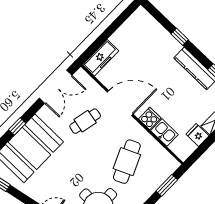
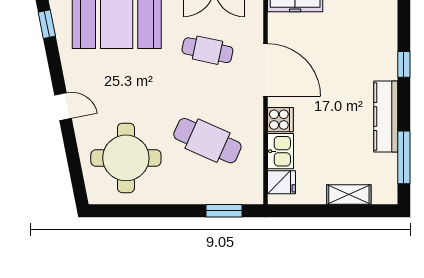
fridge: (197, 135) -> (282, 182), moved, turned 90
cafe table: (127, 162) -> (207, 141), turned 48

